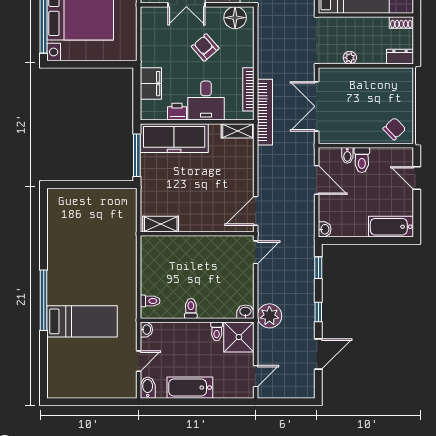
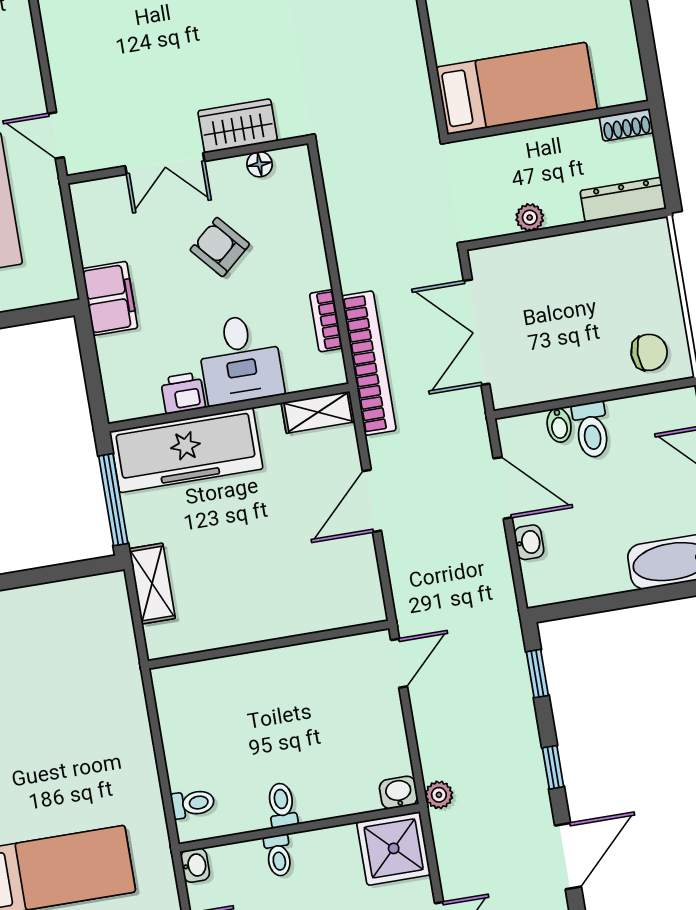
floor lamp: (235, 18) -> (260, 164), width x0.53, depth x0.53
dresser: (400, 57) -> (623, 200), width x1.44
filing cabinet: (151, 84) -> (110, 298), moved
bookcase: (248, 89) -> (326, 321), width x0.64
chair: (394, 129) -> (649, 352), turned 44
door: (256, 211) -> (372, 501), moved
shelving: (161, 224) -> (152, 584), moved, turned 90
washbasin: (325, 229) -> (529, 542), moved
plant: (269, 316) -> (439, 795), width x0.53, depth x0.53
toilet: (217, 331) -> (278, 855), moved

